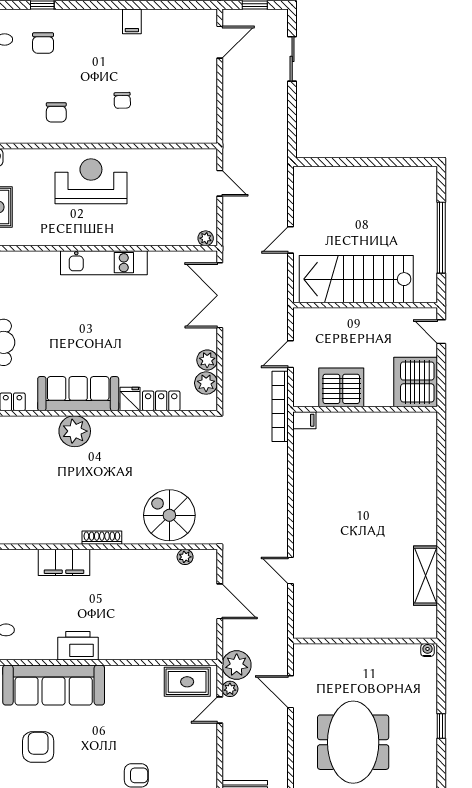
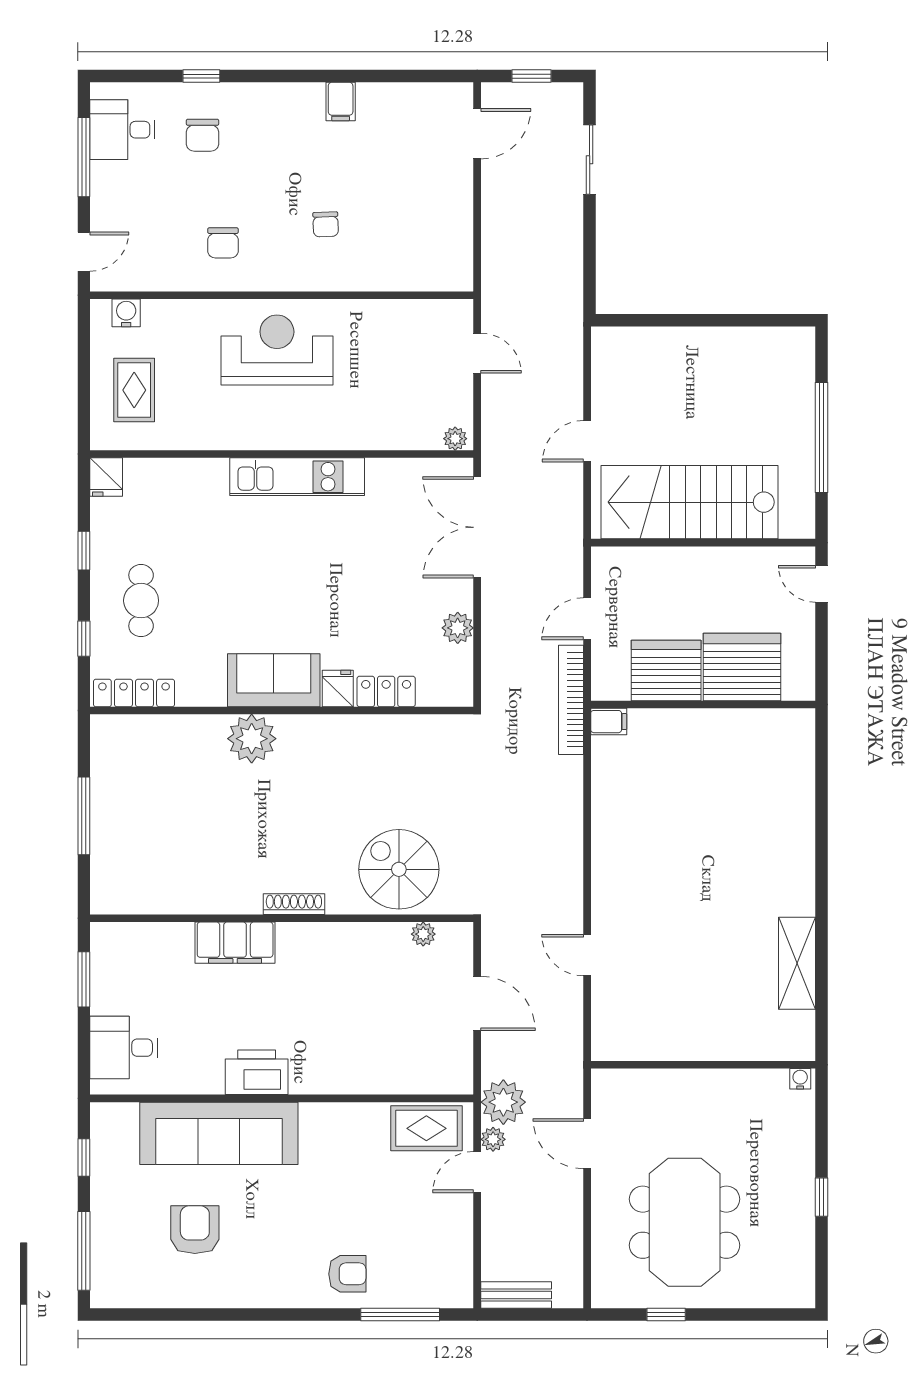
server rack: (416, 382) -> (742, 667), moved, turned 90
plant: (206, 383) -> (456, 664), removed
sofa: (78, 394) -> (274, 680), width x0.73

